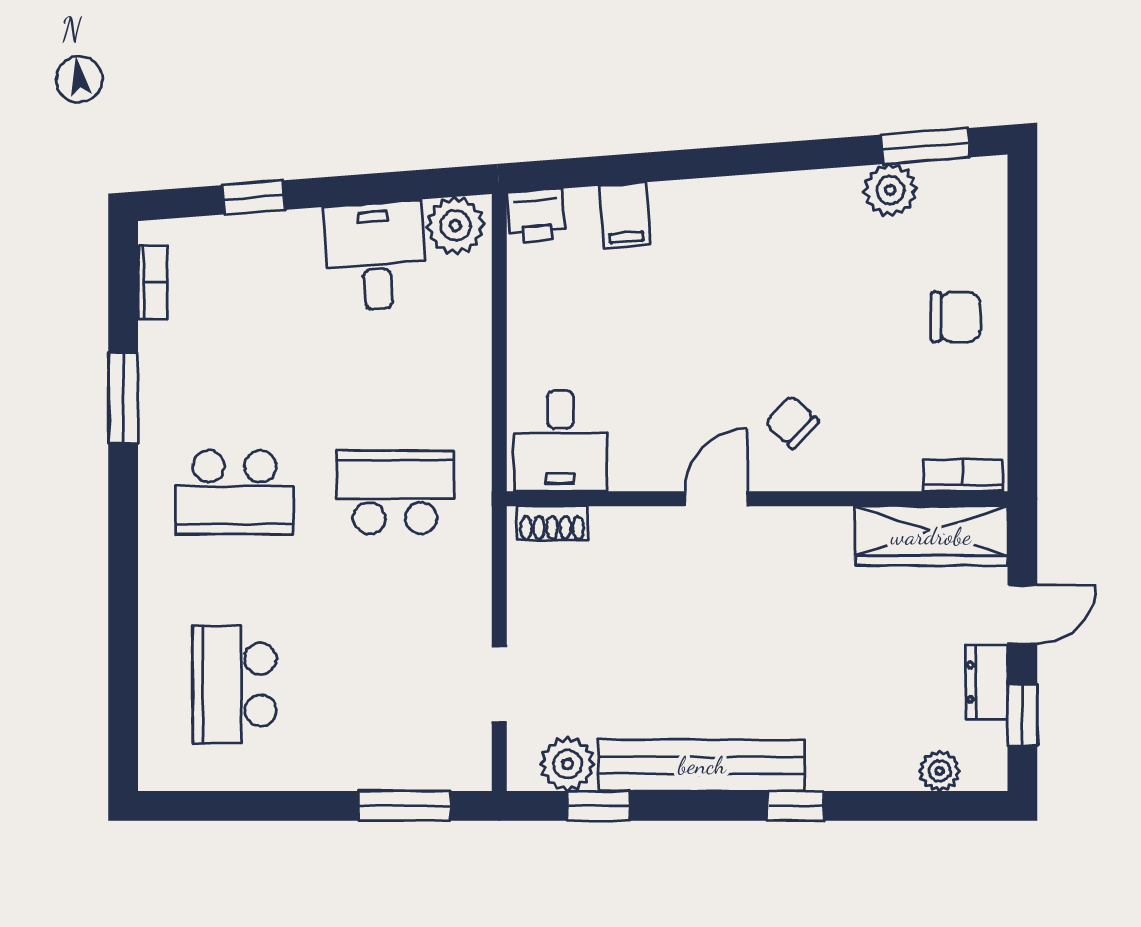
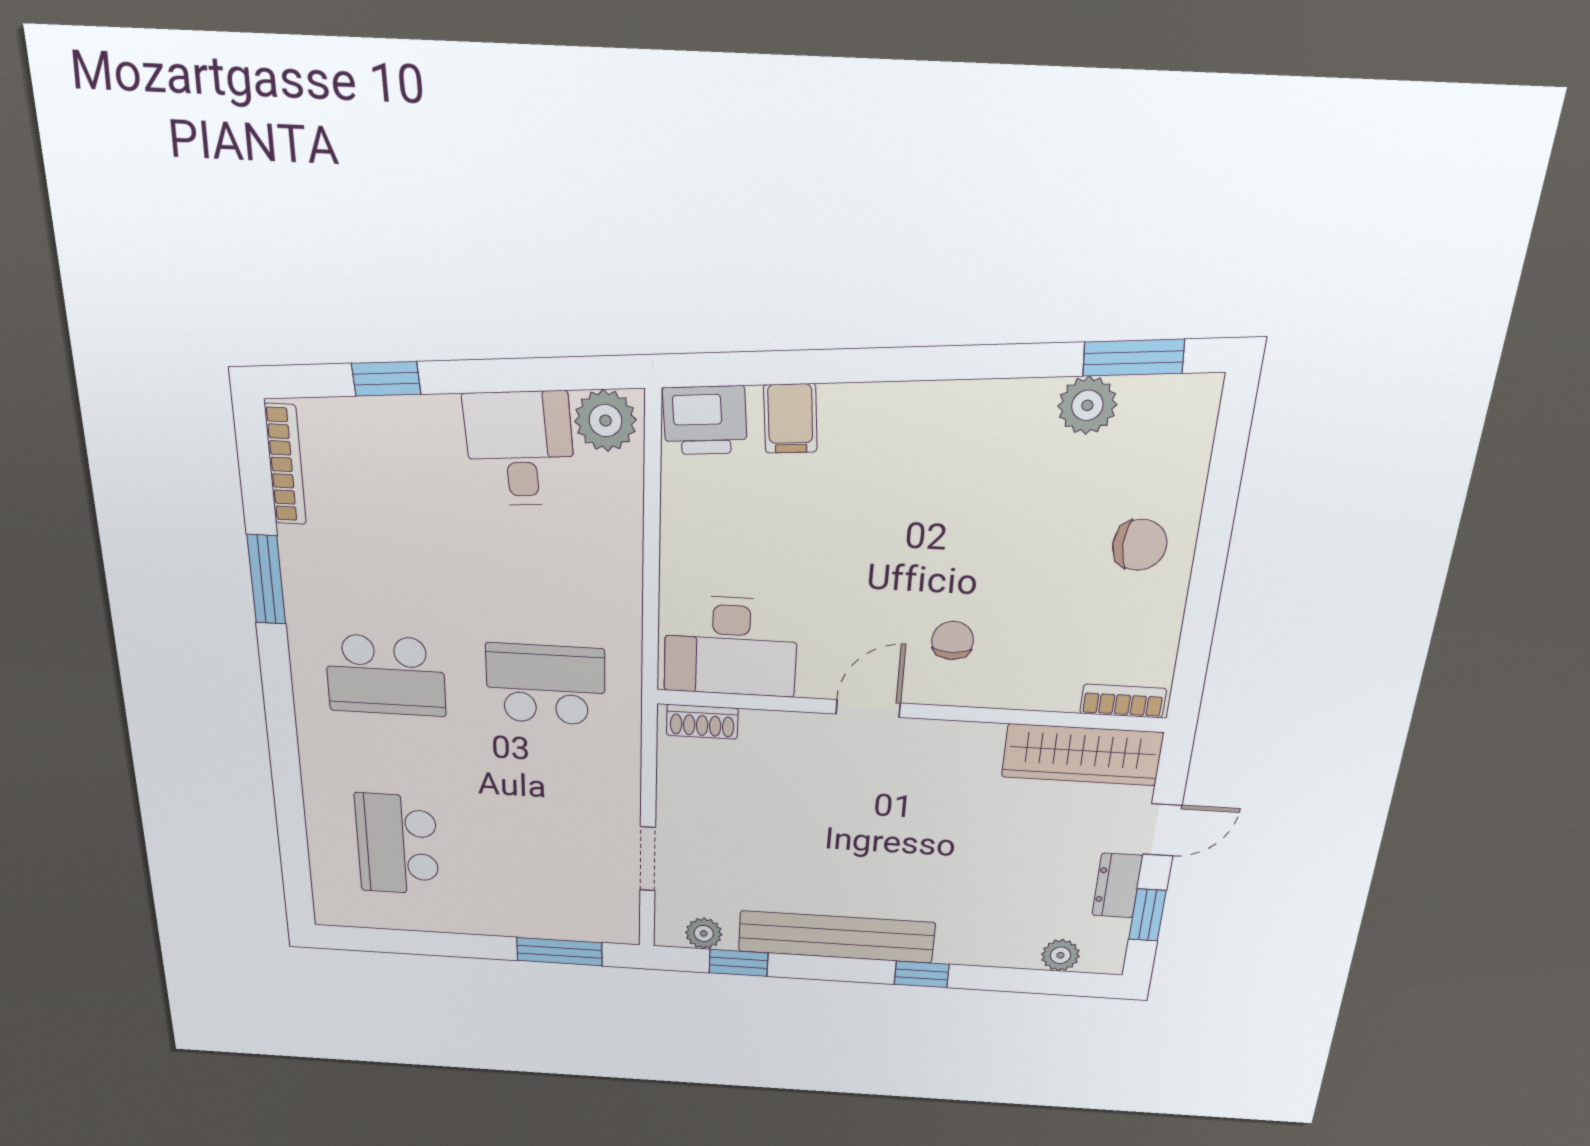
printer: (536, 216) -> (705, 420), width x1.36, depth x1.24
bookcase: (153, 282) -> (285, 465), width x1.56
chair: (792, 422) -> (953, 640), turned 47
desk: (560, 441) -> (731, 646), width x1.37
plant: (568, 764) -> (704, 933), width x0.73, depth x0.73

